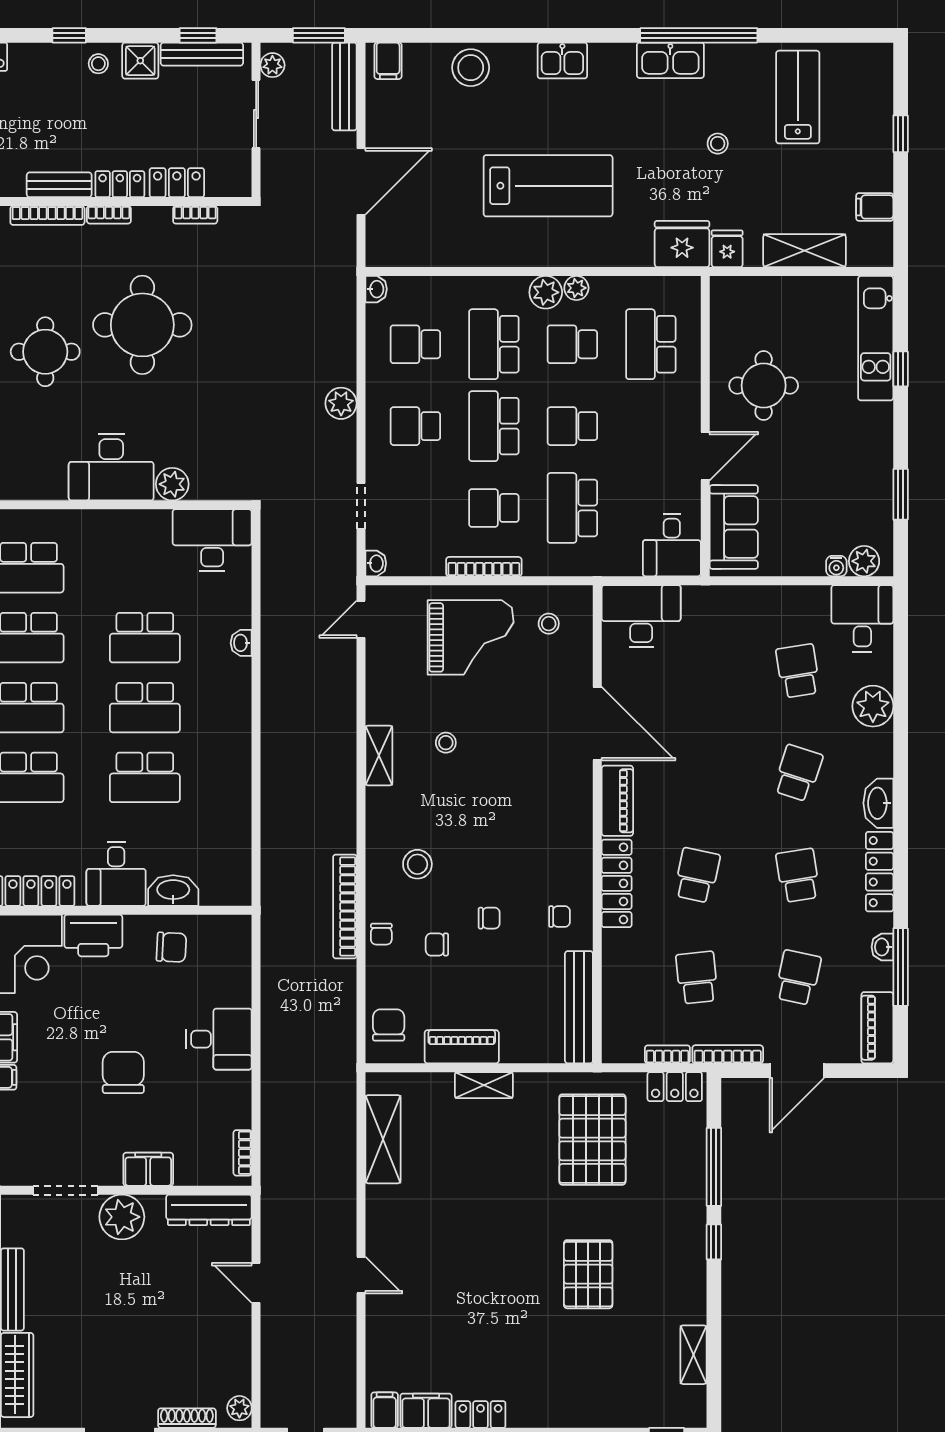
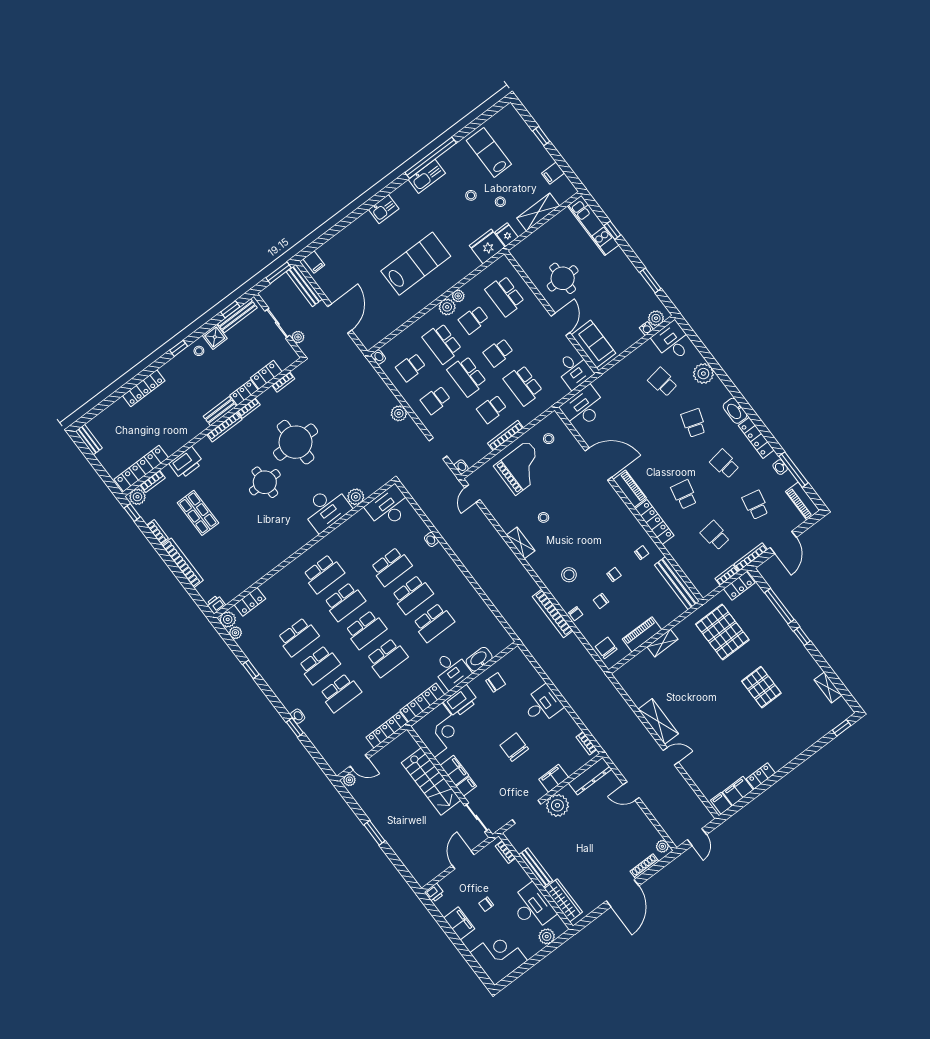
plant: (272, 65) -> (298, 337), moved
stool: (471, 68) -> (500, 202), moved, width x0.53, depth x0.53
shelving: (383, 1139) -> (658, 721), moved

